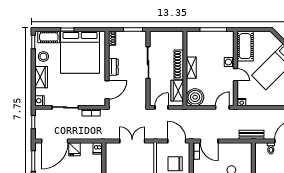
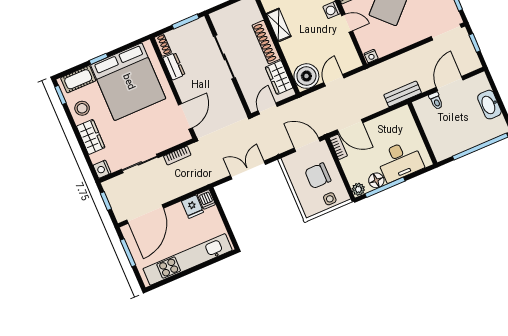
dresser: (113, 67) -> (174, 66), moved
shelving: (191, 68) -> (279, 25), moved
door: (222, 107) -> (334, 80), moved
fridge: (75, 149) -> (192, 207), moved

